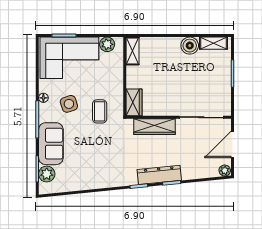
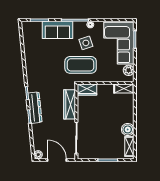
coffee table: (100, 111) -> (81, 65), width x1.86, depth x1.72
plant: (47, 174) -> (36, 27), removed

